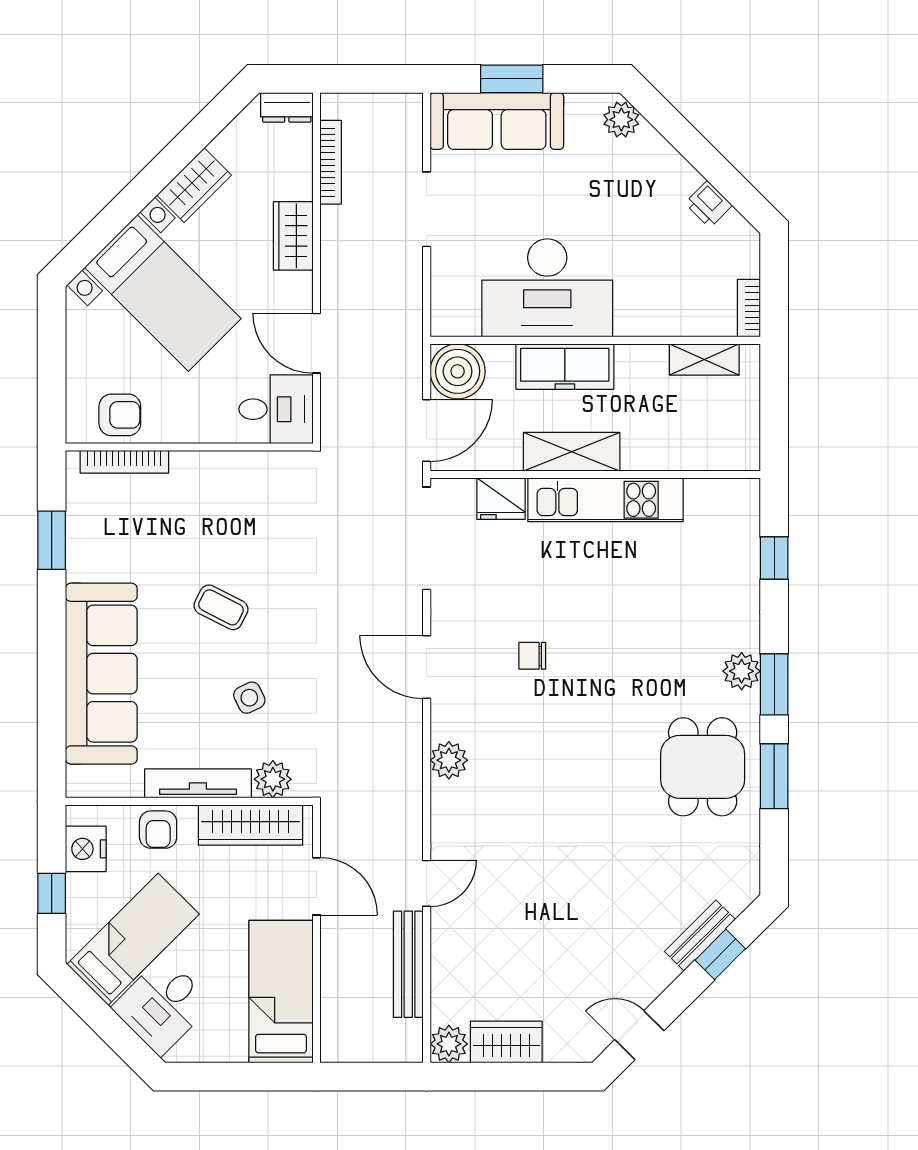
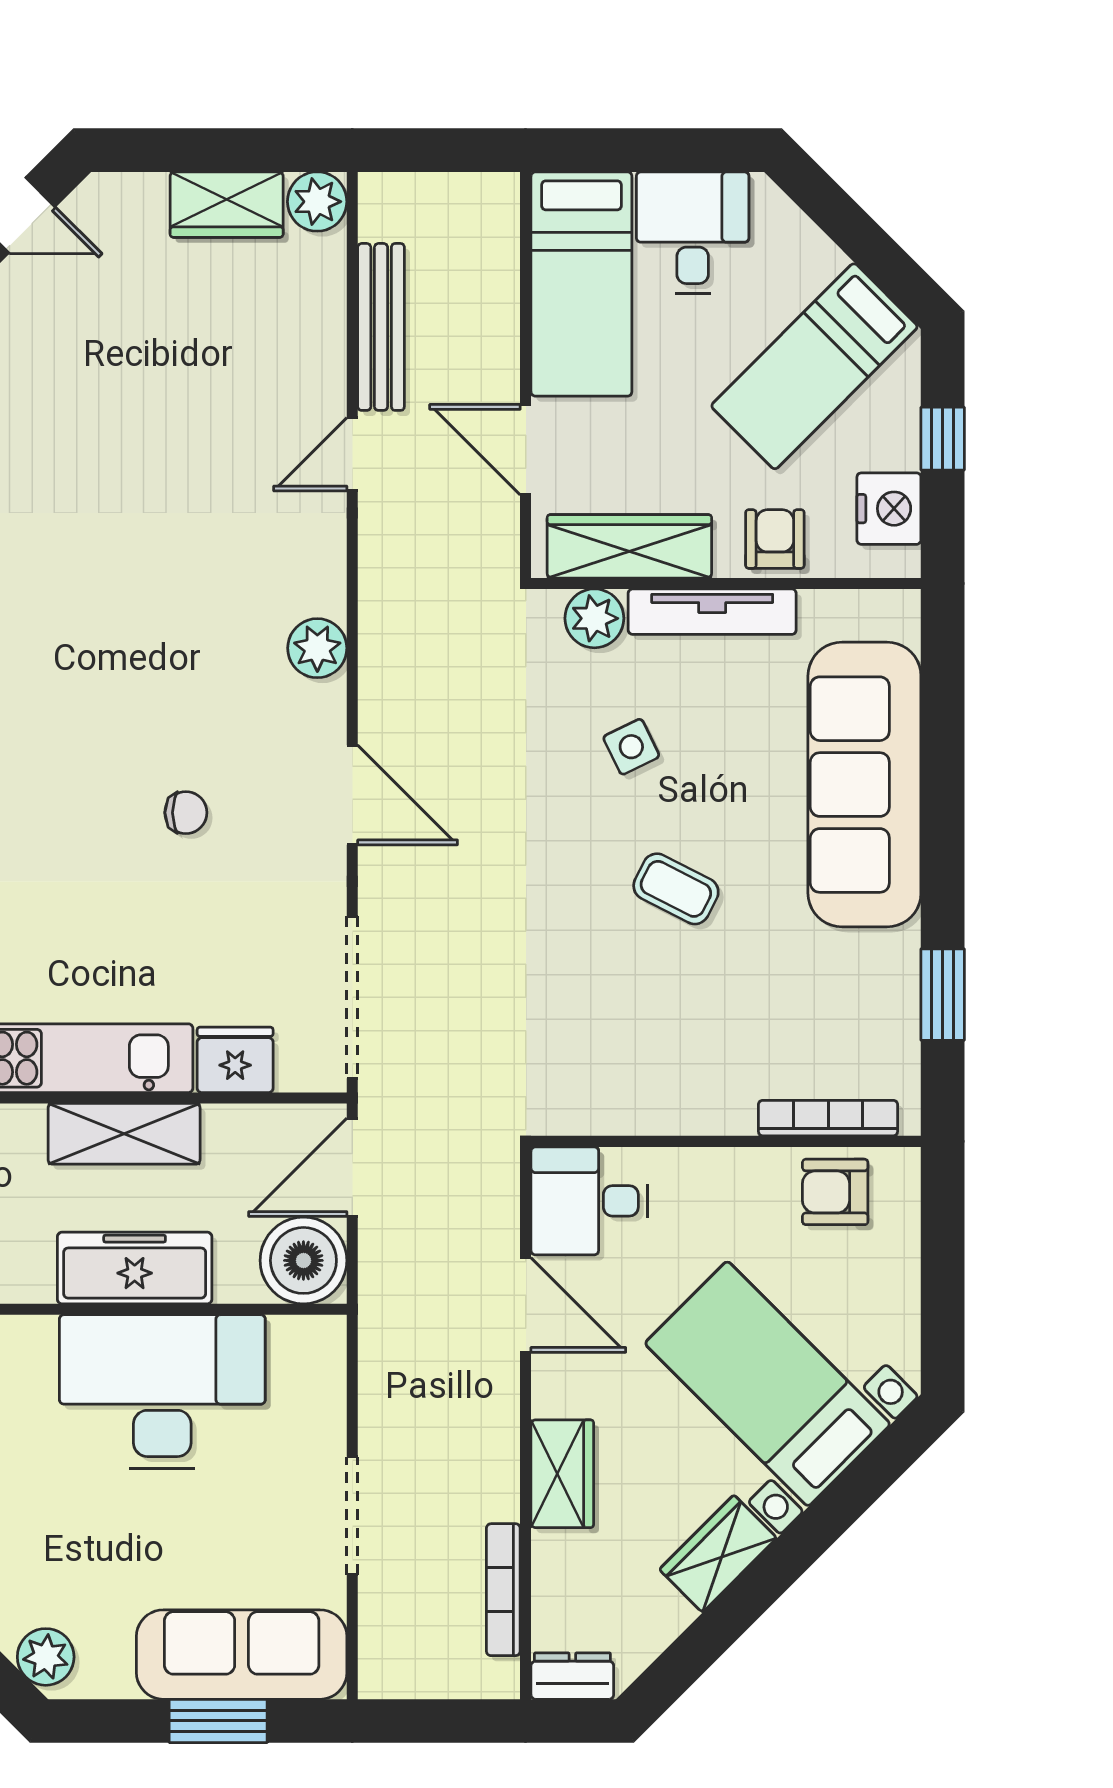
desk: (162, 1006) -> (693, 233), moved, turned -45

